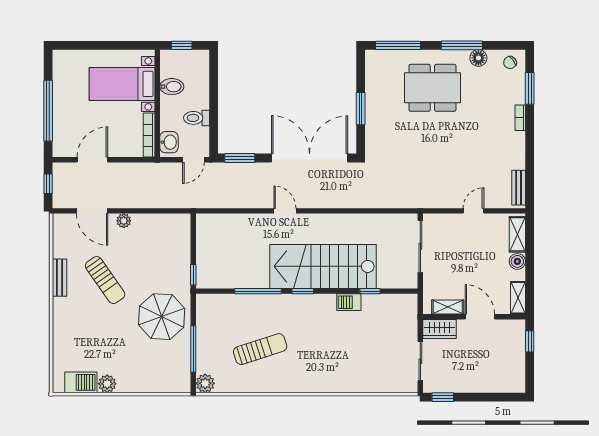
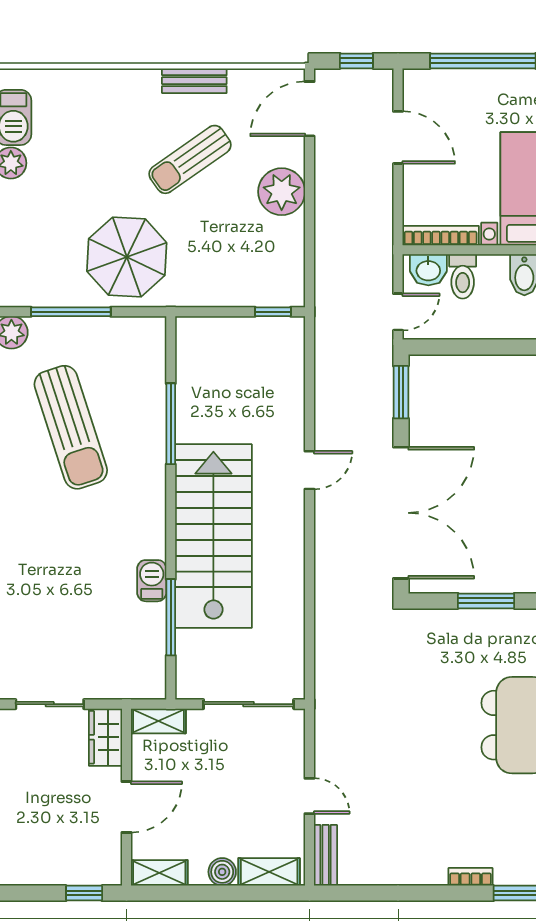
toilet: (197, 118) -> (463, 276), moved, turned 180
door: (193, 160) -> (398, 312), swing flipped
bench: (519, 188) -> (326, 855), moved, turned 90
door: (92, 211) -> (309, 109), moved
plant: (124, 221) -> (282, 192), width x1.87, depth x1.87
window: (193, 275) -> (273, 312), moved
window: (303, 291) -> (171, 501), removed
window: (370, 291) -> (171, 617), width x2.17
shelving: (448, 307) -> (158, 721), moved, turned 90
sun lounger: (260, 349) -> (71, 427), width x1.36, depth x1.34

